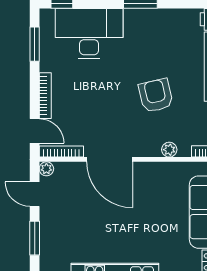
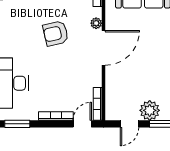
door: (110, 159) -> (104, 48), moved
plant: (46, 169) -> (150, 110), moved, width x1.87, depth x1.87

